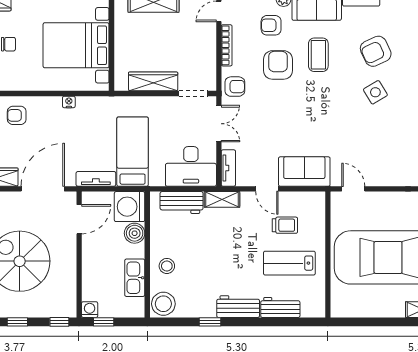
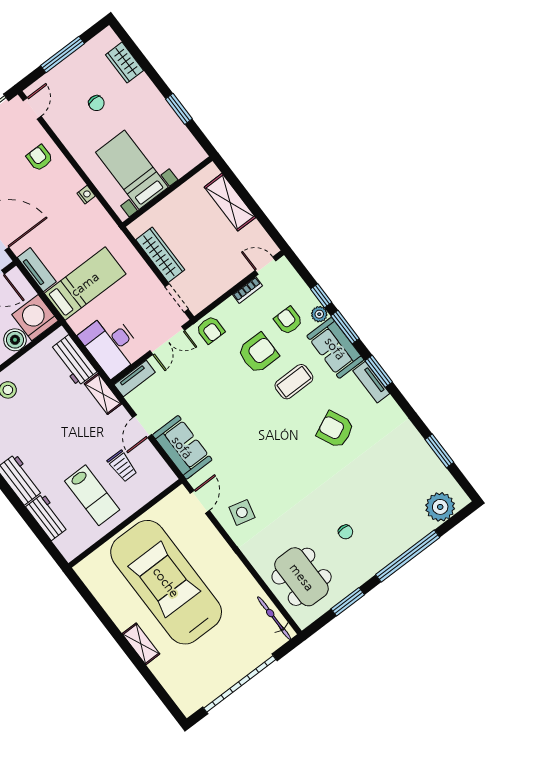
bed with nightstands: (76, 45) -> (132, 170), width x0.73
bookcase: (227, 45) -> (248, 290), width x0.64
side table: (375, 92) -> (242, 512), moved, turned 45
lab bench: (289, 263) -> (92, 495), turned 180

